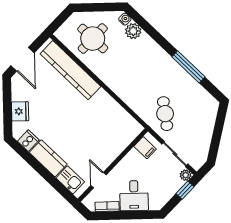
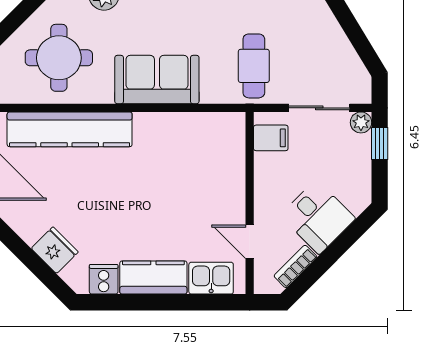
sofa: (123, 83) -> (157, 80), added
cafe table: (165, 114) -> (254, 66), turned 52

